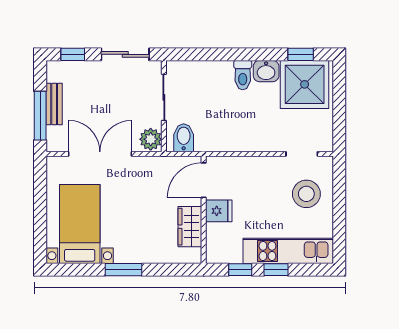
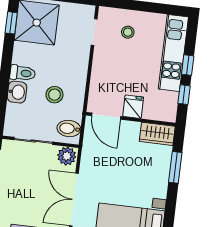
washbasin: (266, 71) -> (17, 92), moved
stool: (222, 116) -> (54, 95), added
stool: (306, 194) -> (128, 32), width x0.53, depth x0.53
wardrobe: (190, 227) -> (157, 134), moved
window: (123, 270) -> (175, 167), moved

